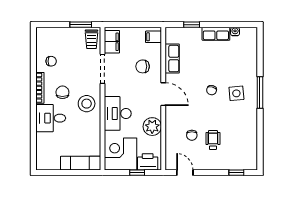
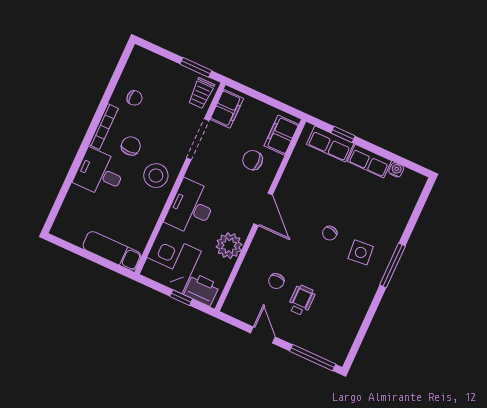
filing cabinet: (153, 37) -> (281, 135), width x2.00
row of seats: (172, 59) -> (330, 144), moved, turned 90
door: (185, 173) -> (263, 335), moved
window: (236, 173) -> (313, 358), width x2.17

